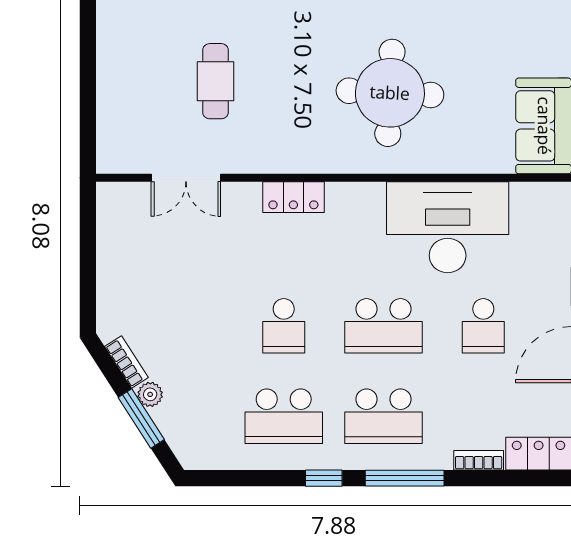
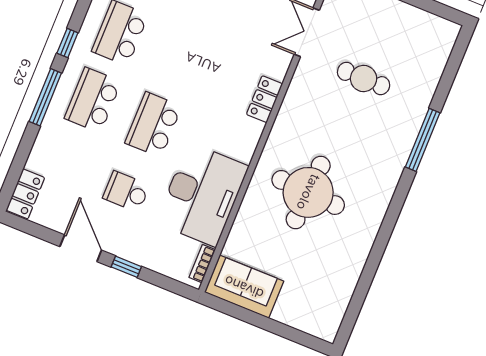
school desk: (284, 326) -> (181, 58), removed
bookcase: (479, 460) -> (202, 264), moved, turned 180

